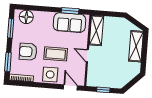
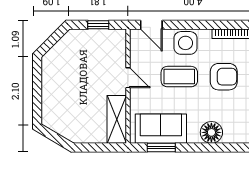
floor lamp: (26, 17) -> (211, 132), moved
shelving: (136, 46) -> (51, 99), removed

